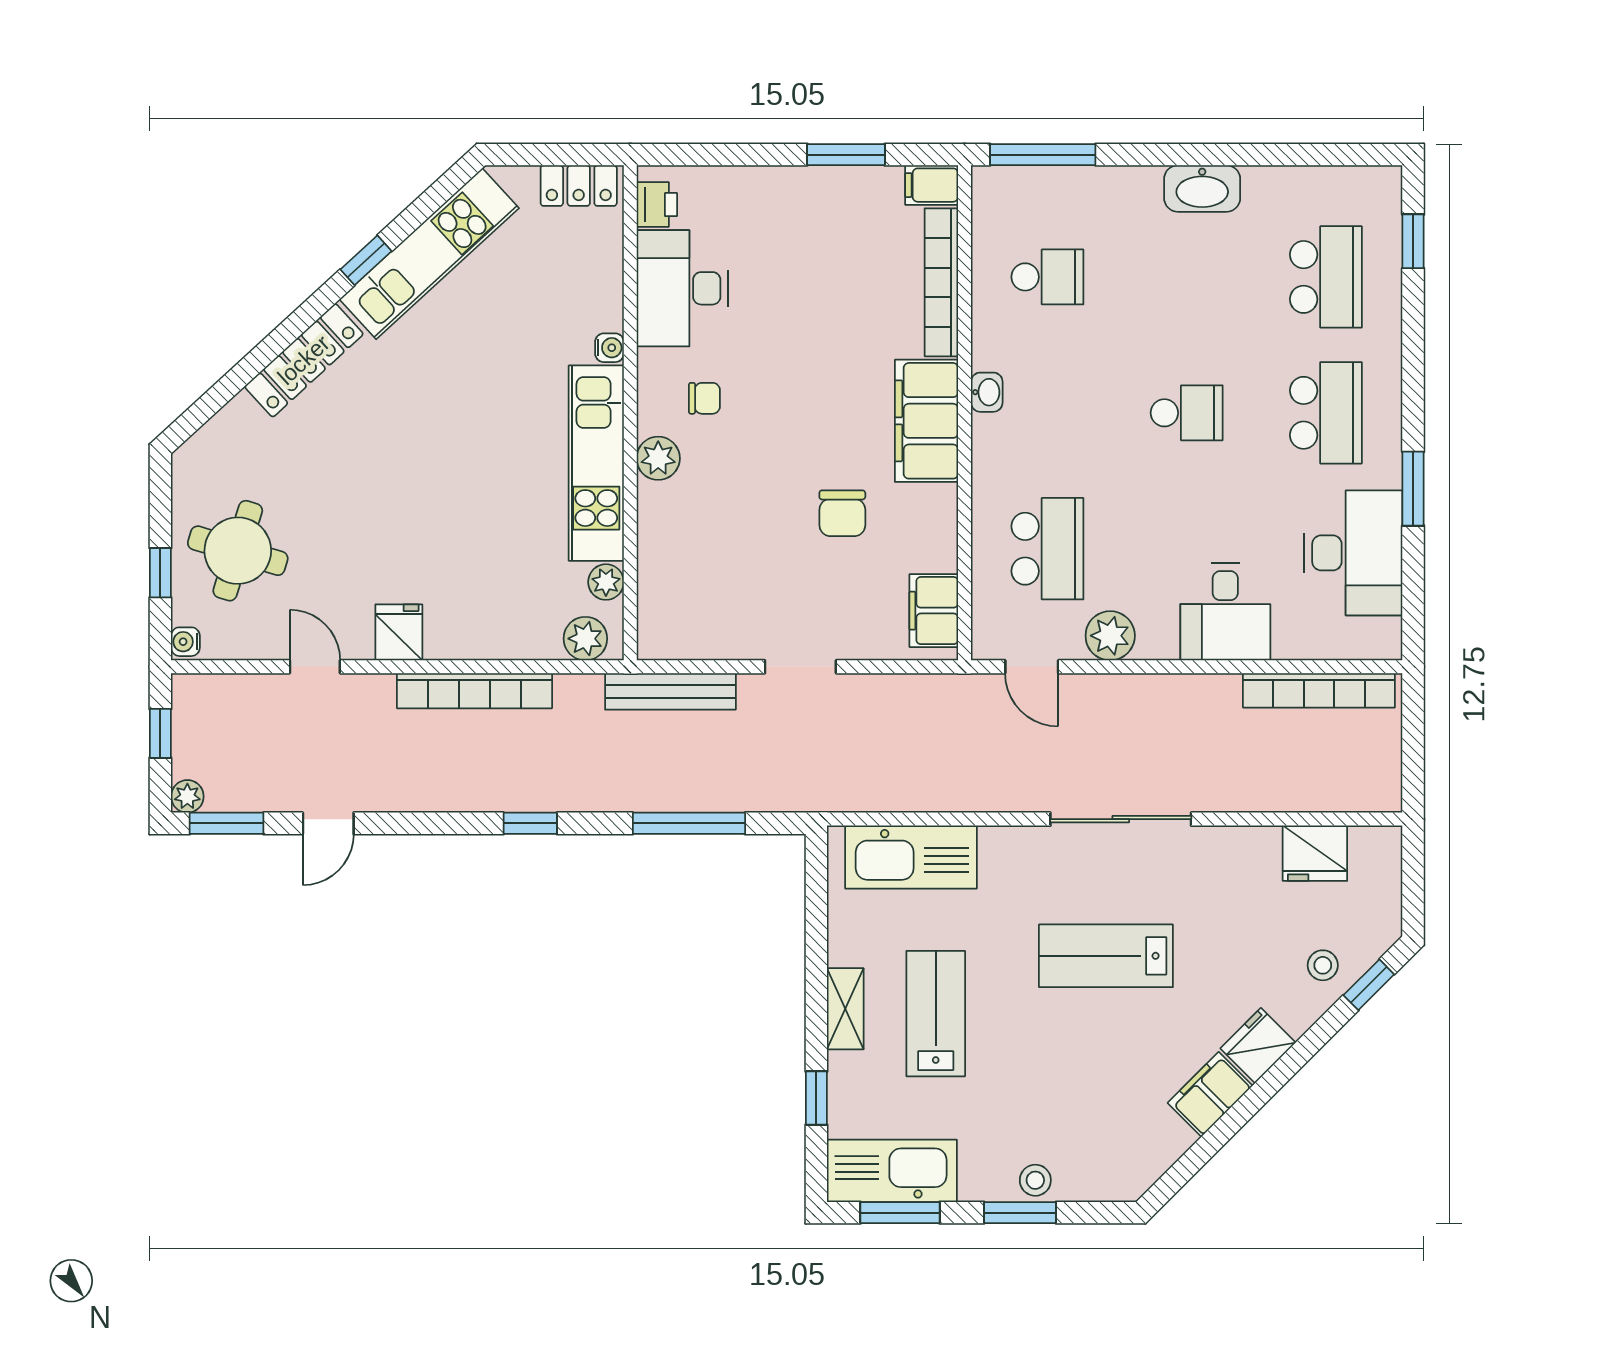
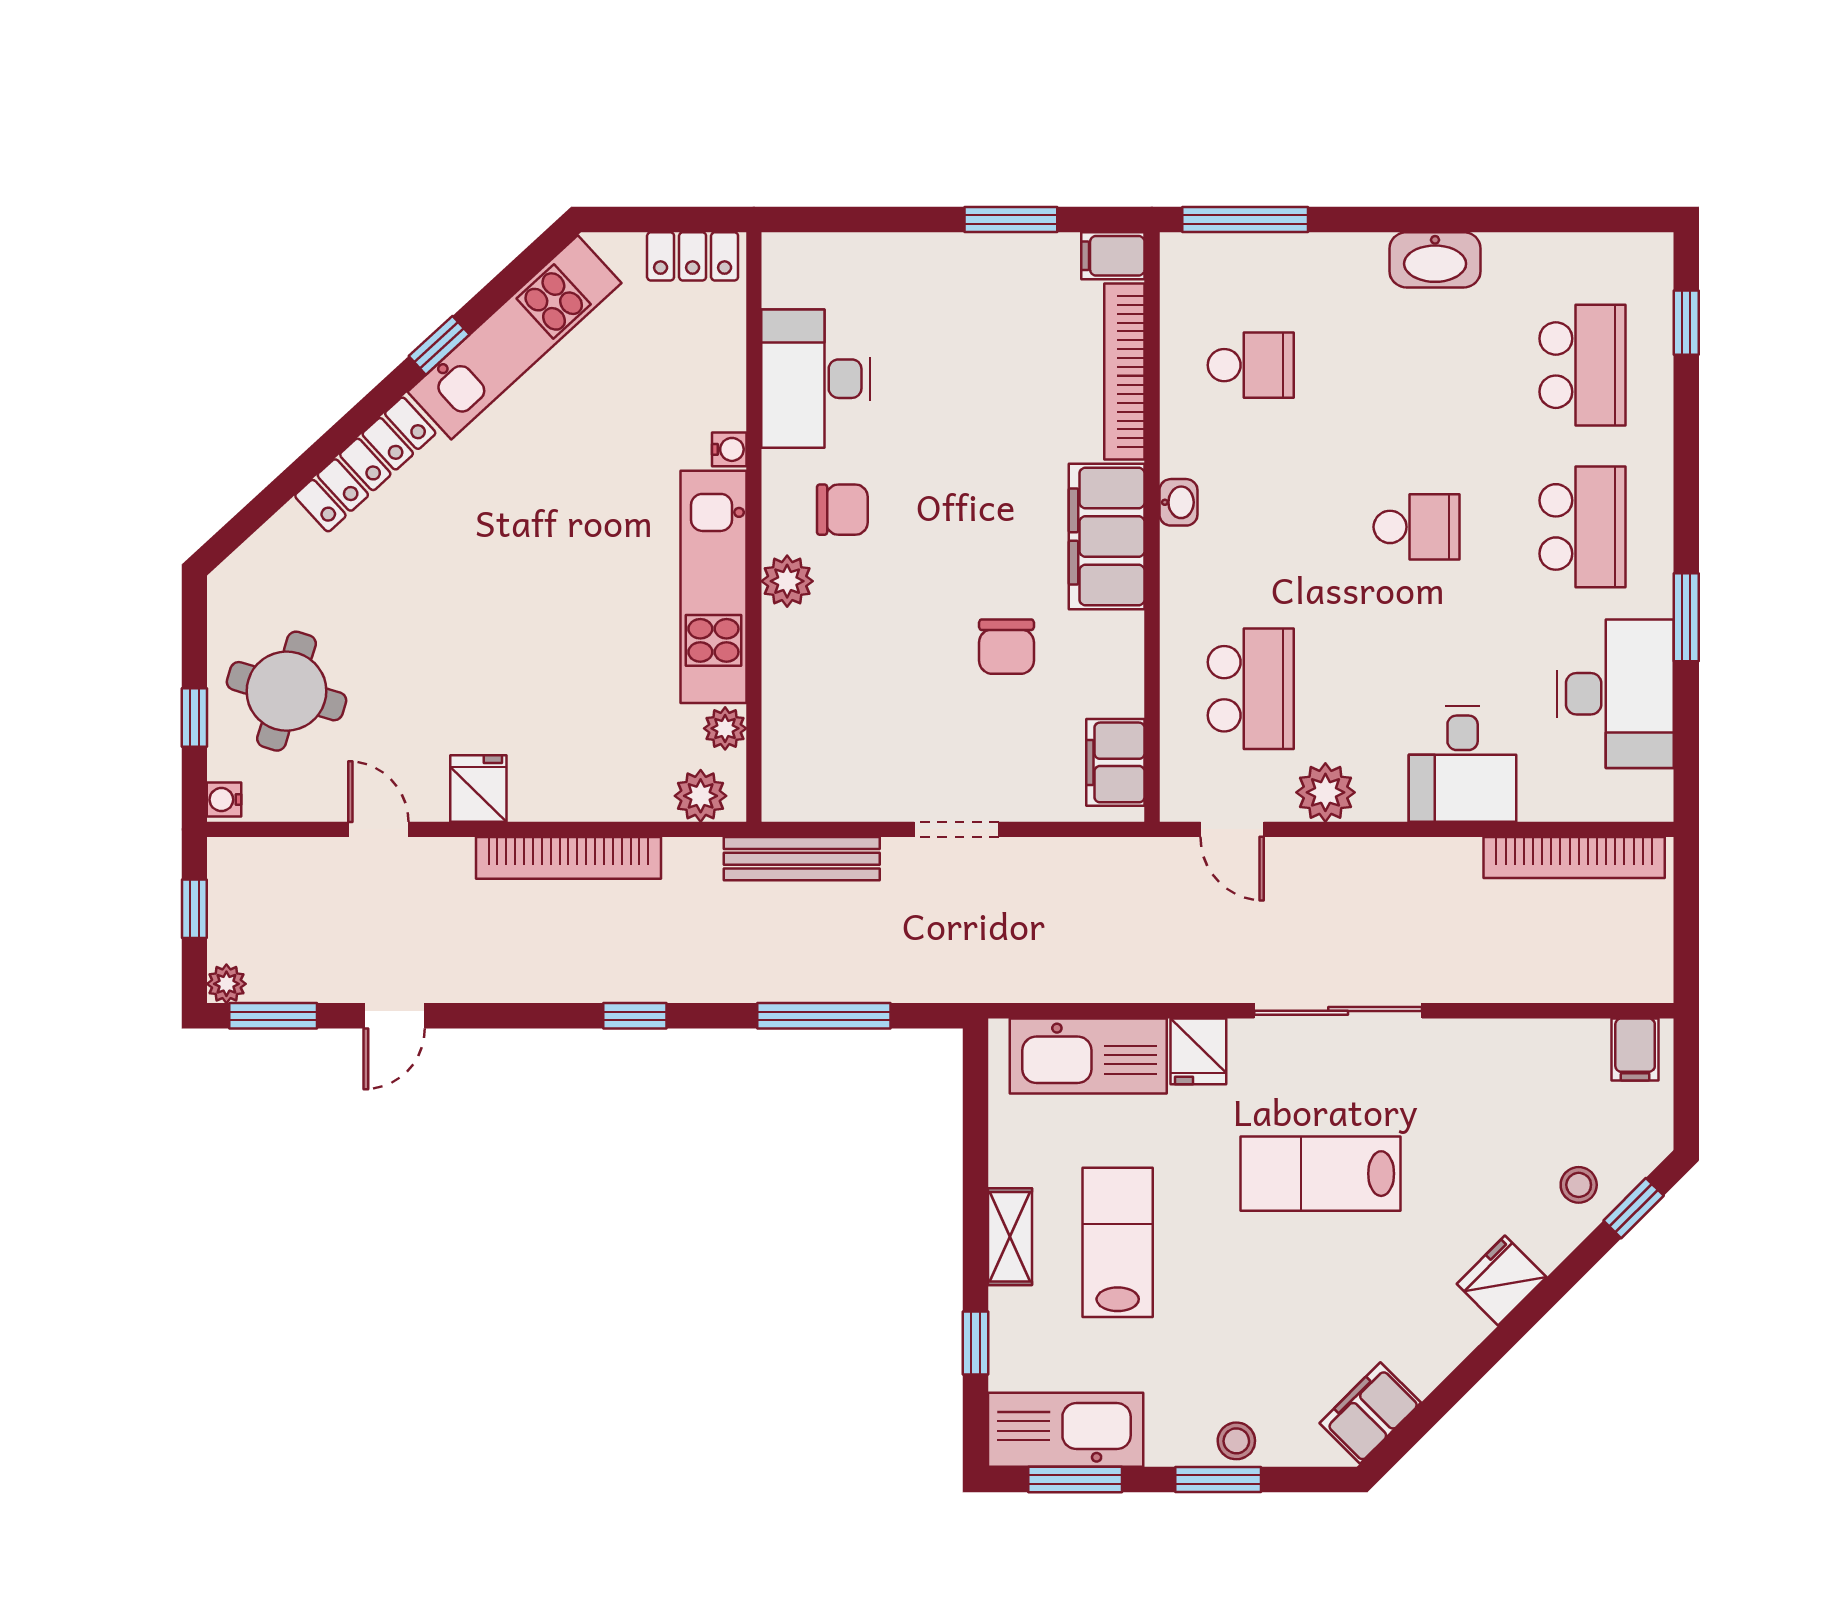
printer: (657, 205) -> (786, 279), removed
chair: (704, 398) -> (842, 510), width x1.37, depth x1.37
filing cabinet: (1370, 852) -> (1635, 1049), added
fridge: (1315, 853) -> (1198, 1051), moved, width x0.72
filing cabinet: (1210, 1094) -> (1370, 1413), moved

